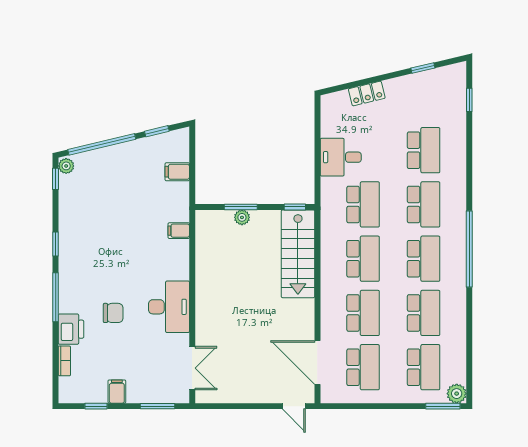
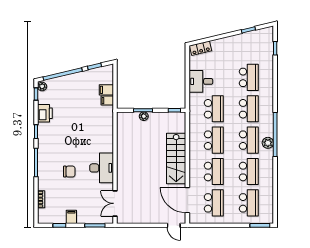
locker: (367, 94) -> (201, 48), moved
filing cabinet: (179, 231) -> (107, 101), moved
stairs: (298, 254) -> (176, 158), moved
printer: (71, 329) -> (45, 113), moved
double door: (192, 368) -> (115, 203), swing flipped
plant: (457, 394) -> (268, 143), moved

